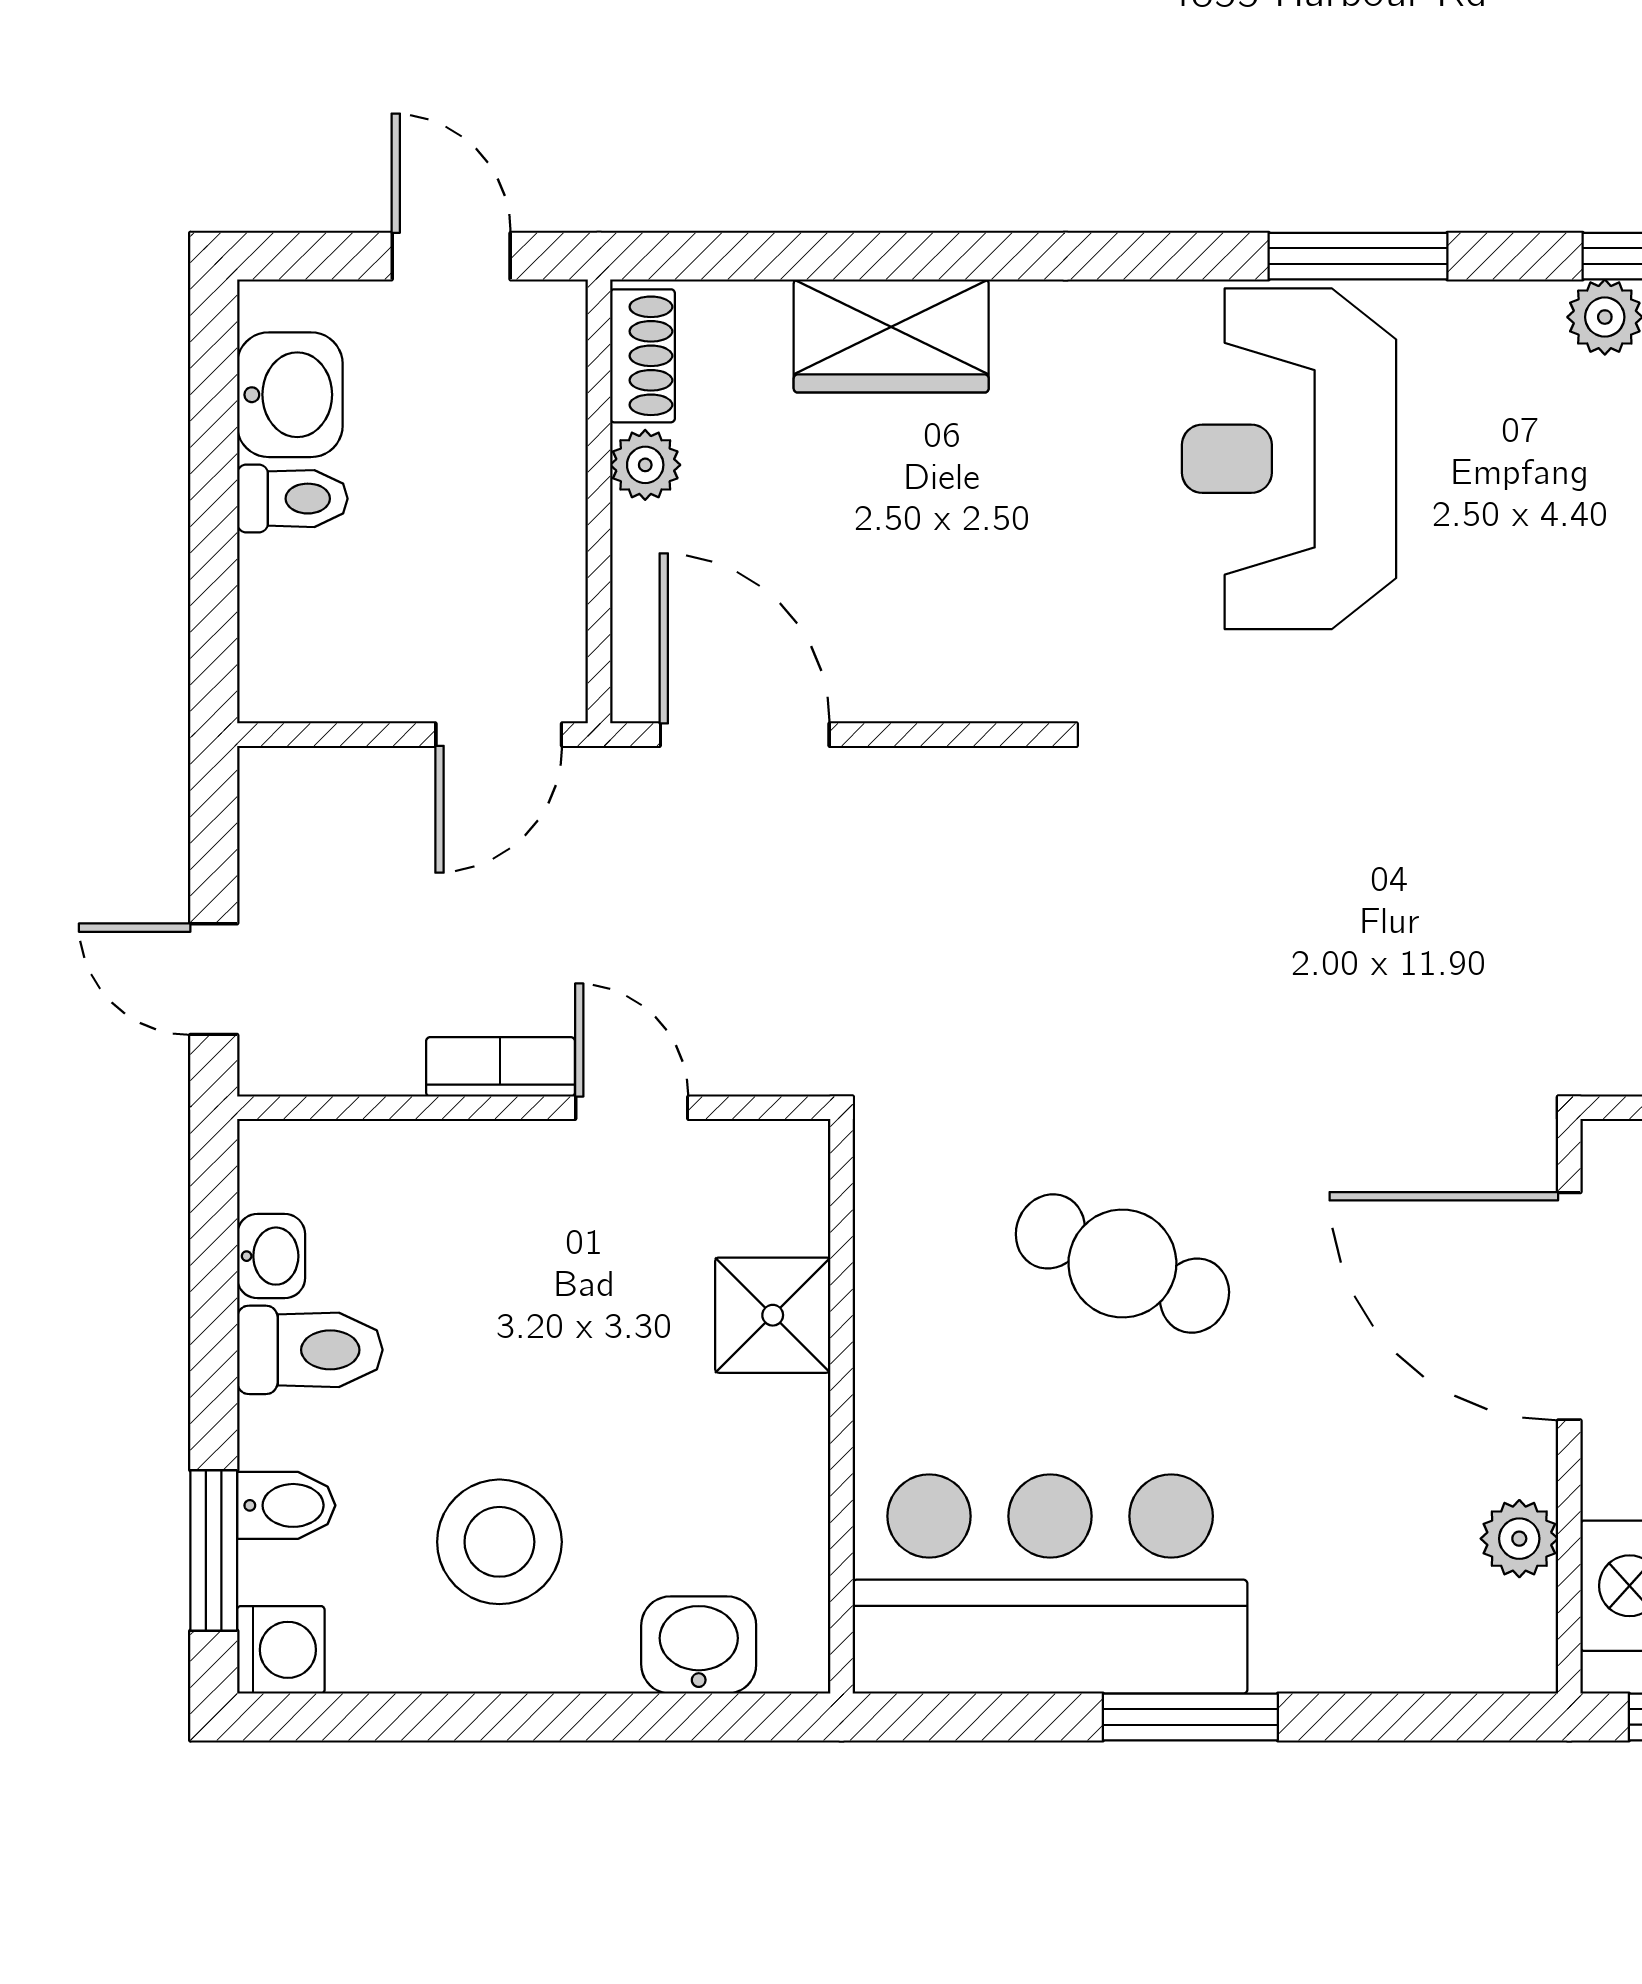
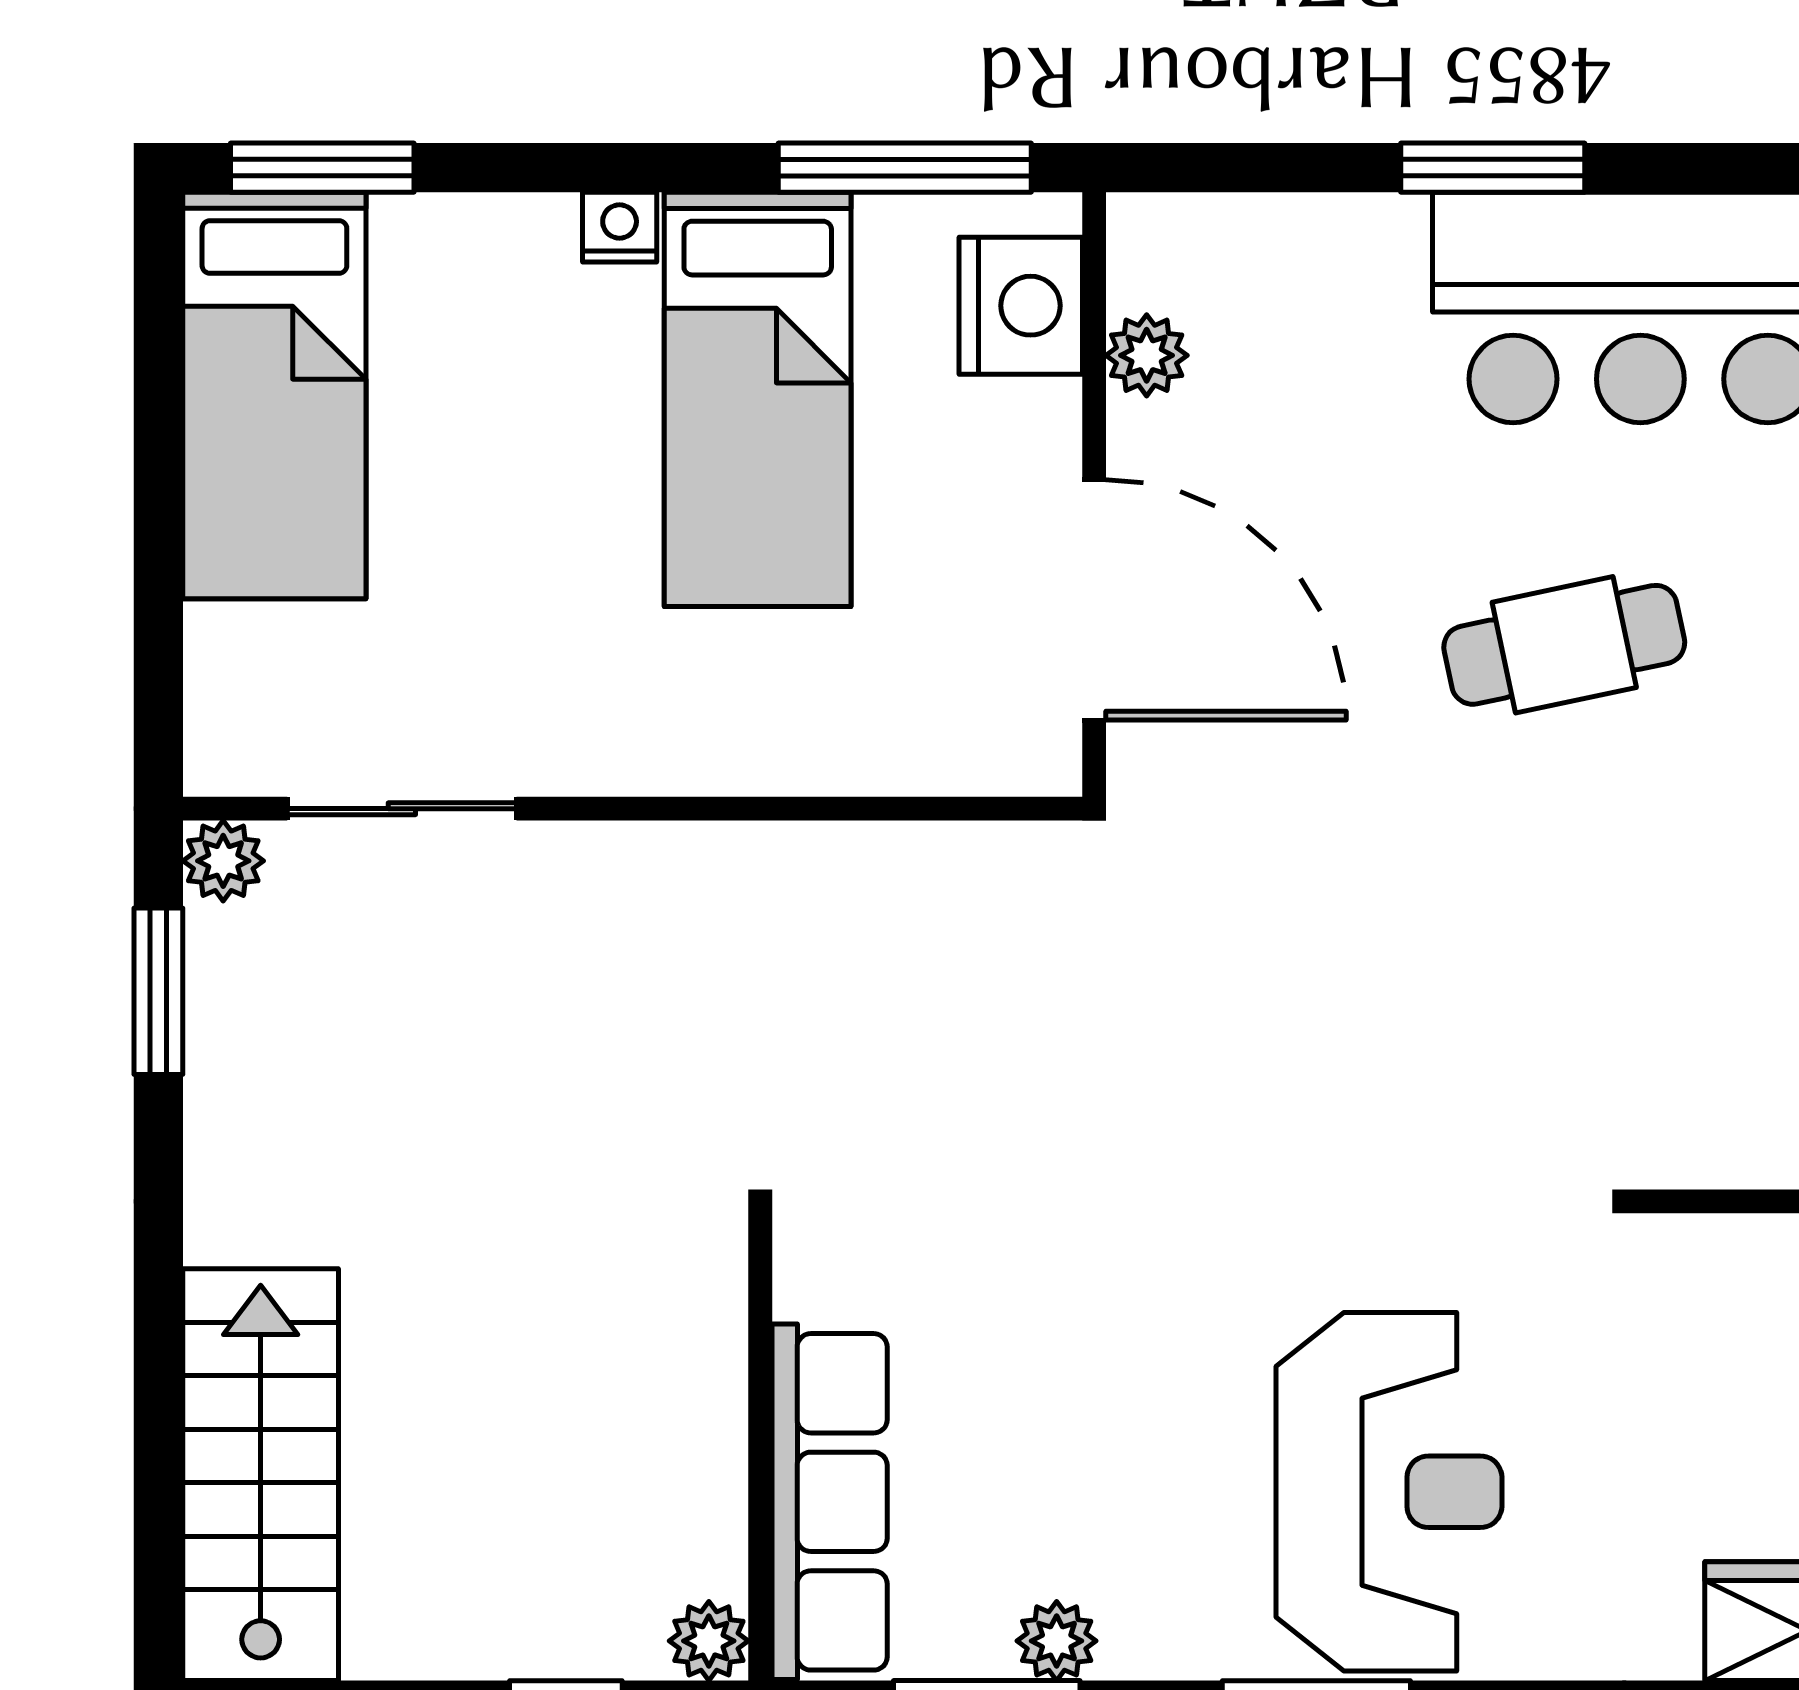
cafe table: (1122, 1264) -> (1564, 645), turned -36

